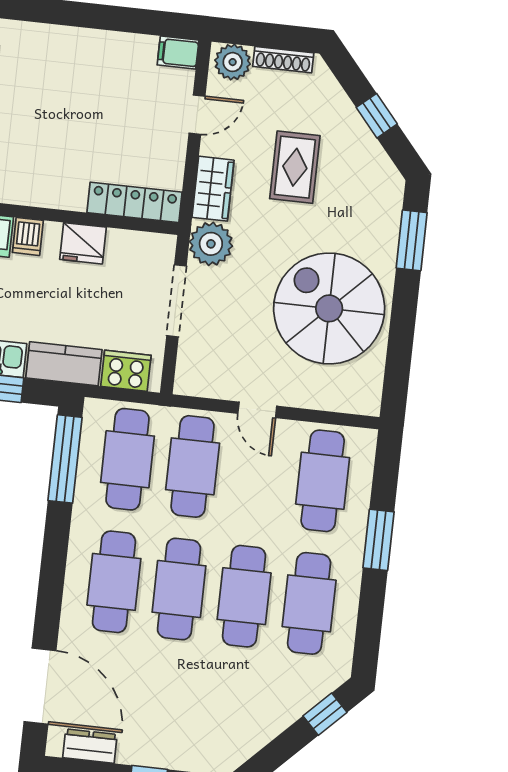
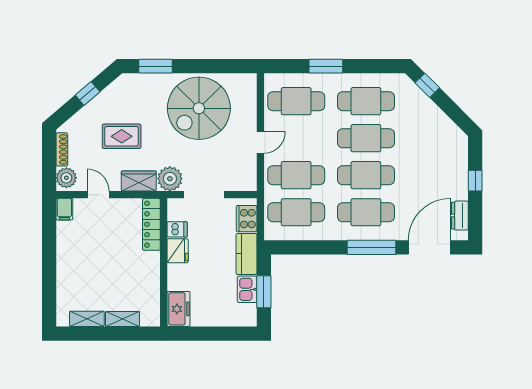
dishwasher: (28, 236) -> (177, 229), moved
window: (65, 459) -> (371, 247), moved

